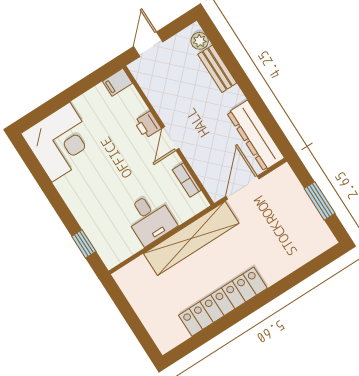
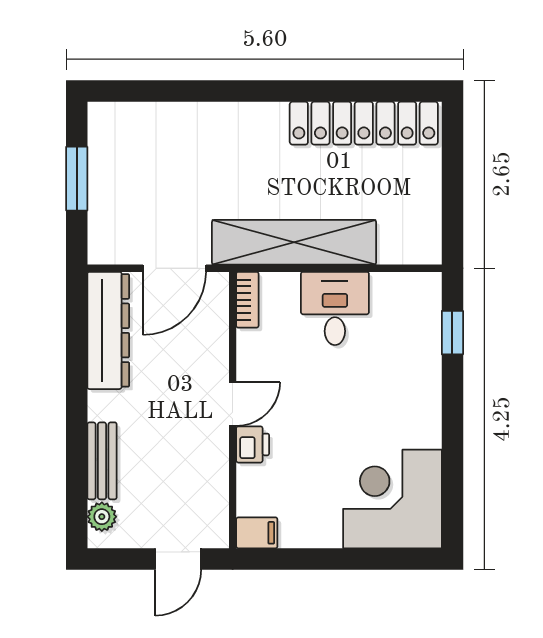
bookcase: (187, 180) -> (247, 300), moved
locker: (223, 302) -> (364, 123), moved

